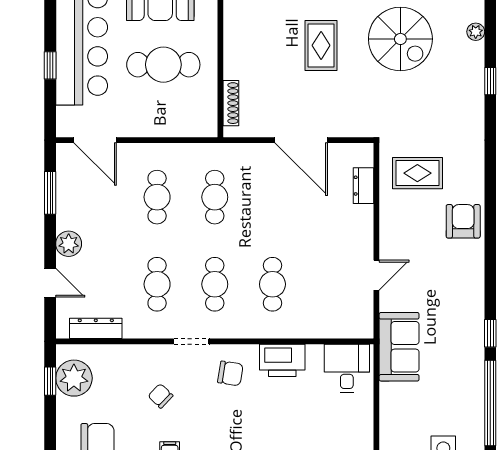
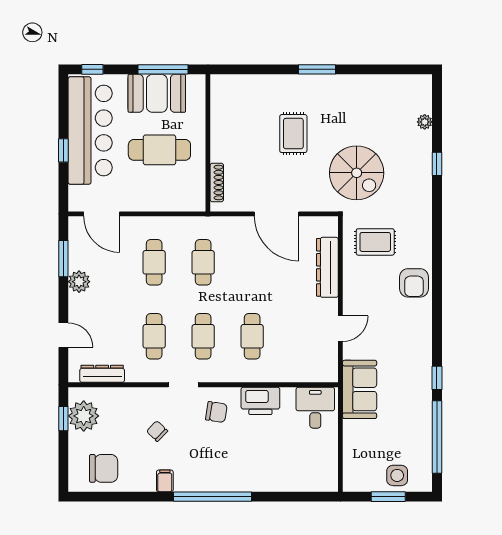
spiral stairs: (400, 39) -> (357, 173), moved
dresser: (364, 186) -> (327, 267), width x1.96, depth x1.24
armchair: (463, 221) -> (414, 283), turned 180
plant: (69, 244) -> (79, 282), moved

